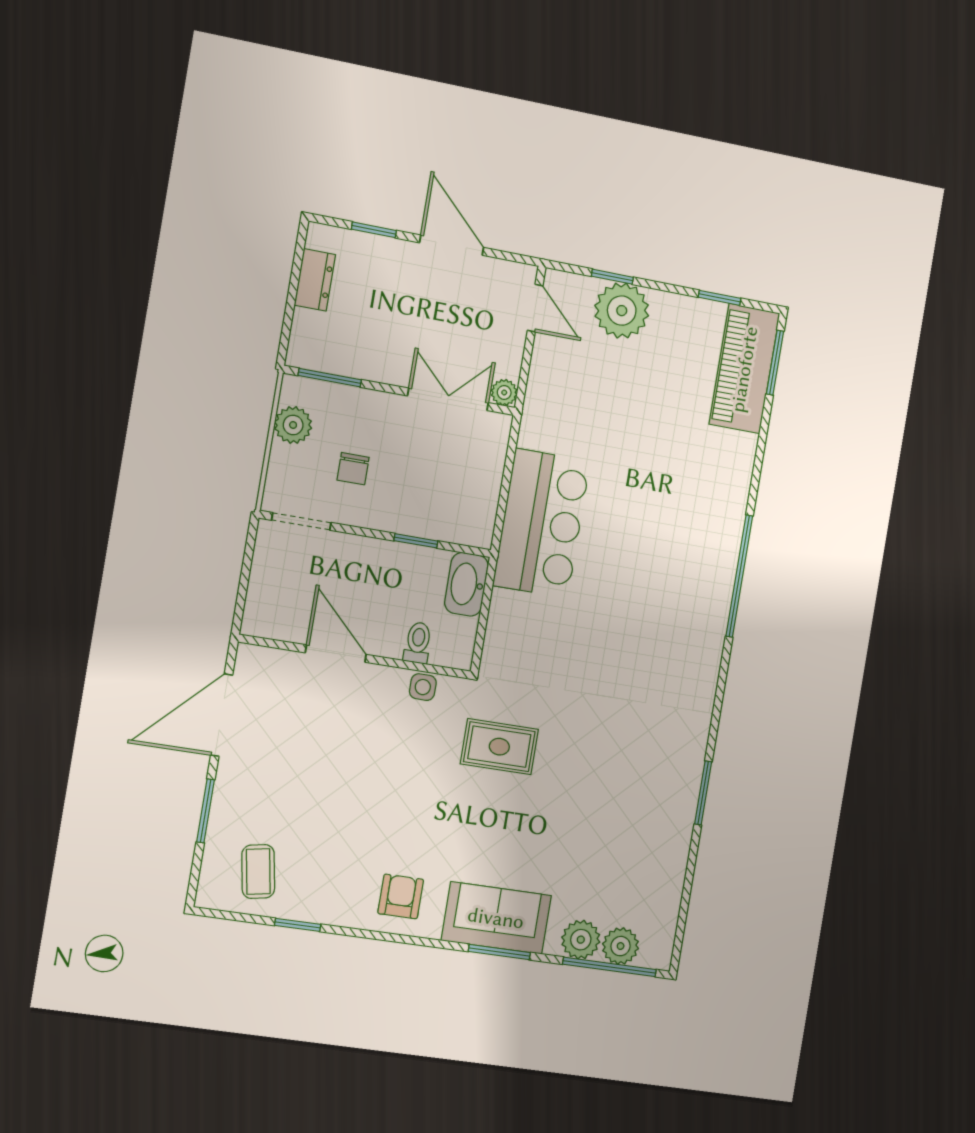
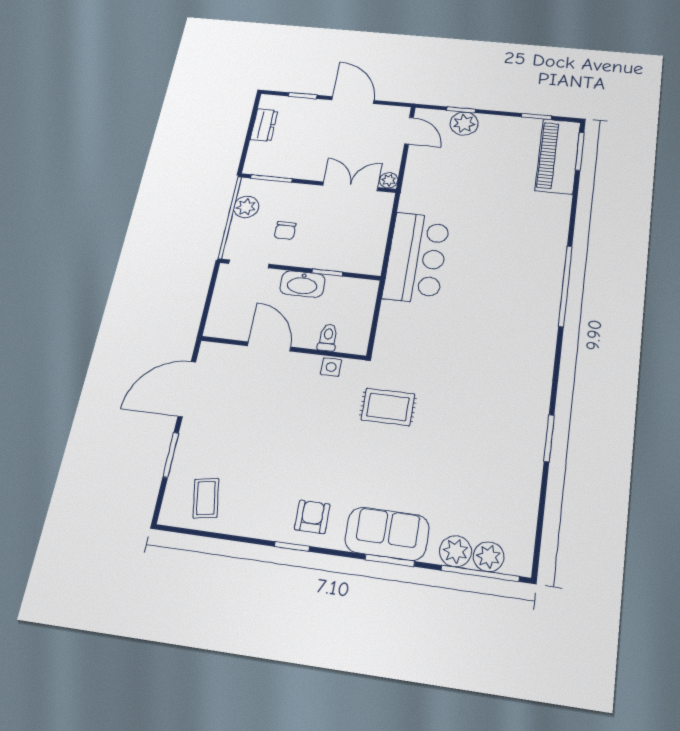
plant: (622, 311) -> (464, 124), width x0.73, depth x0.73
washbasin: (466, 584) -> (302, 284), moved, turned -90
window: (298, 925) -> (292, 546), moved

